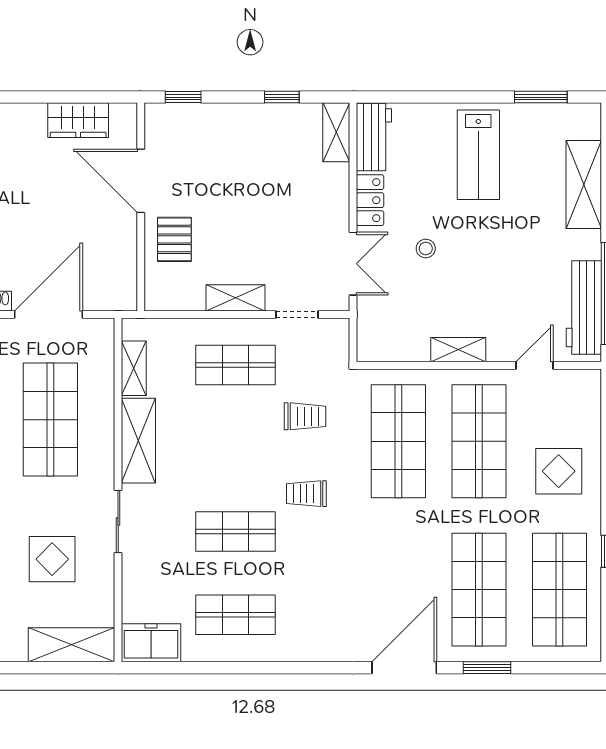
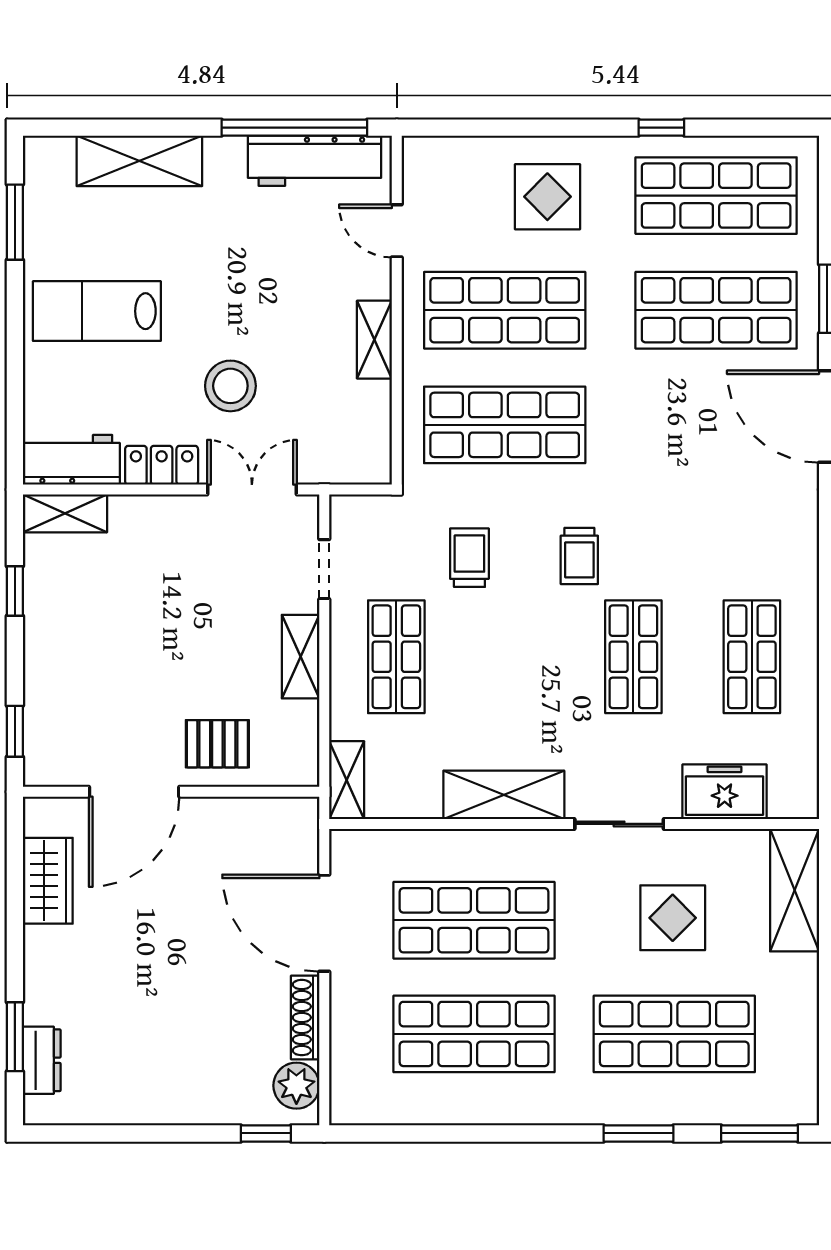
lab bench: (478, 155) -> (97, 311), turned 180
stool: (426, 248) -> (230, 386), width x1.89, depth x1.89
shelving: (134, 368) -> (347, 780), moved, turned 90
freezer: (151, 643) -> (725, 792), moved, turned 90

